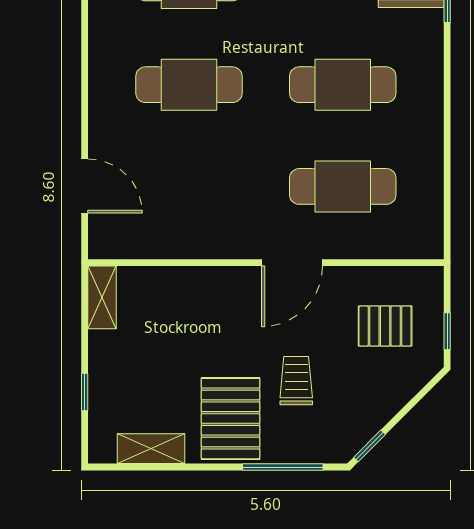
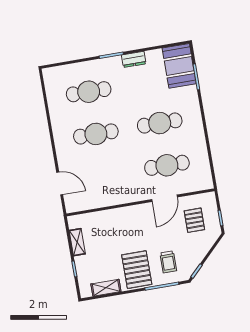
door: (292, 263) -> (165, 198), moved
shelving: (102, 297) -> (77, 242), moved
pallet: (385, 326) -> (194, 220), turned 90
trolley: (296, 381) -> (168, 262), moved, turned 180

